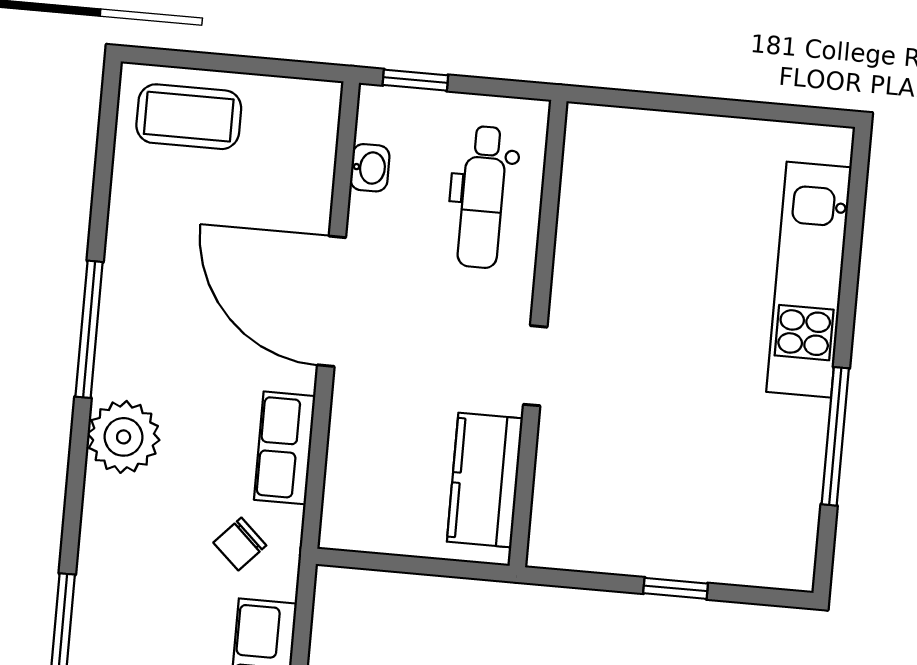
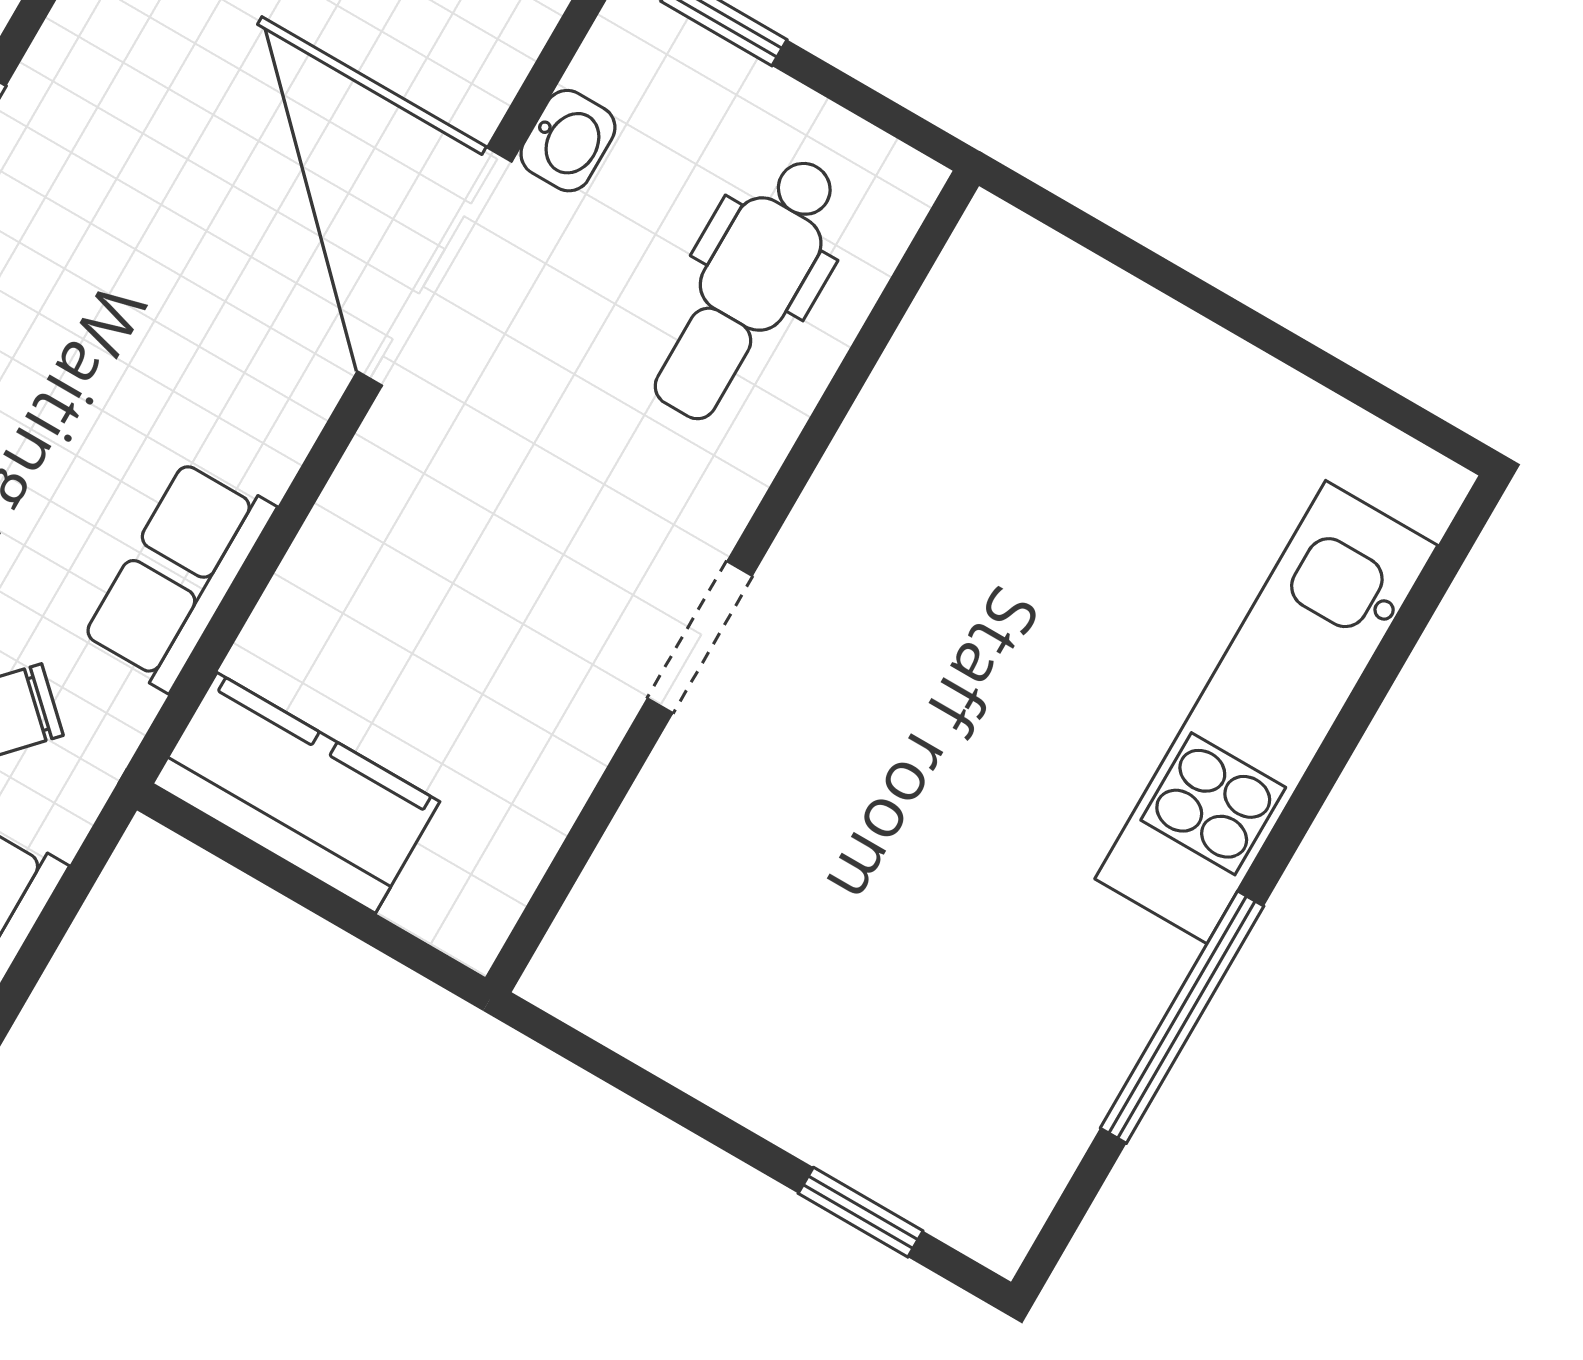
door: (332, 301) -> (435, 267), moved
kitchen counter: (485, 480) -> (296, 793), moved, turned 90
window: (676, 588) -> (861, 1212), moved

